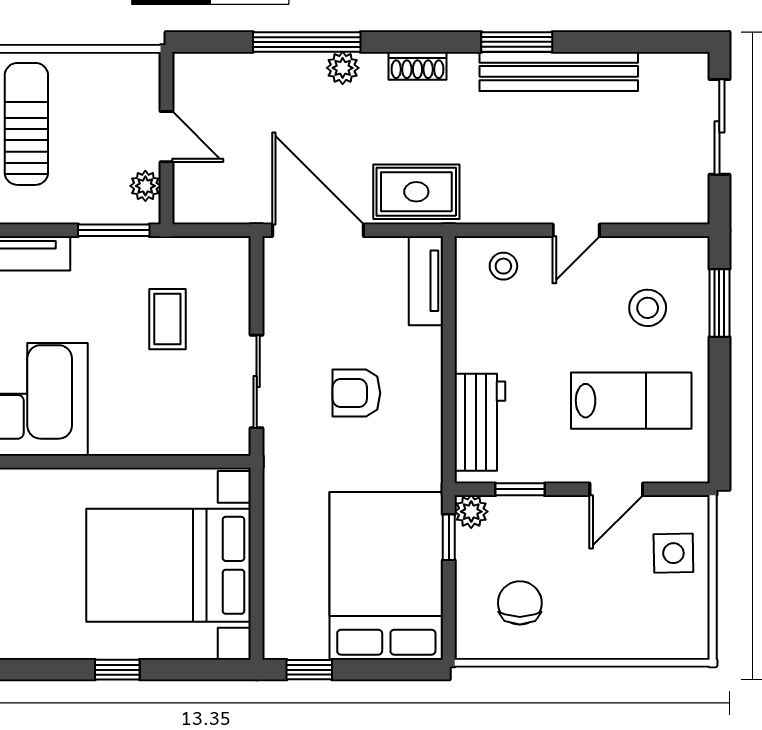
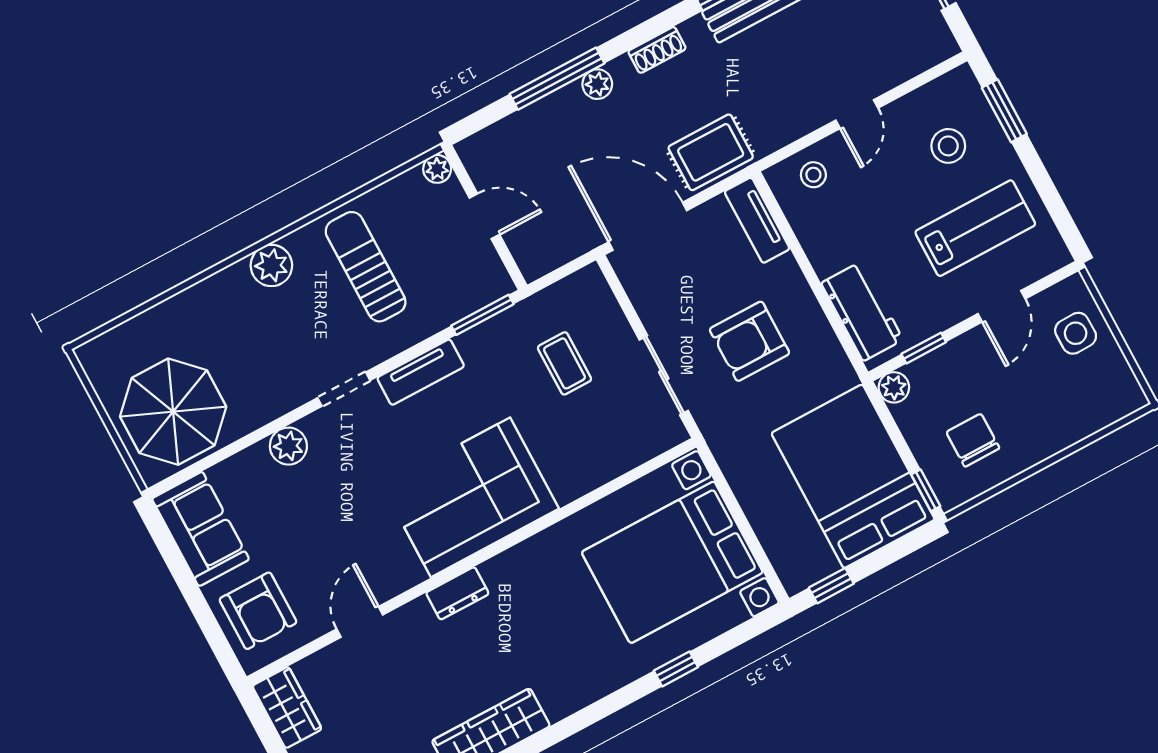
plant: (145, 186) -> (437, 169), moved
armchair: (356, 393) -> (749, 341), width x1.38, depth x1.38
window: (449, 537) -> (926, 490), moved

